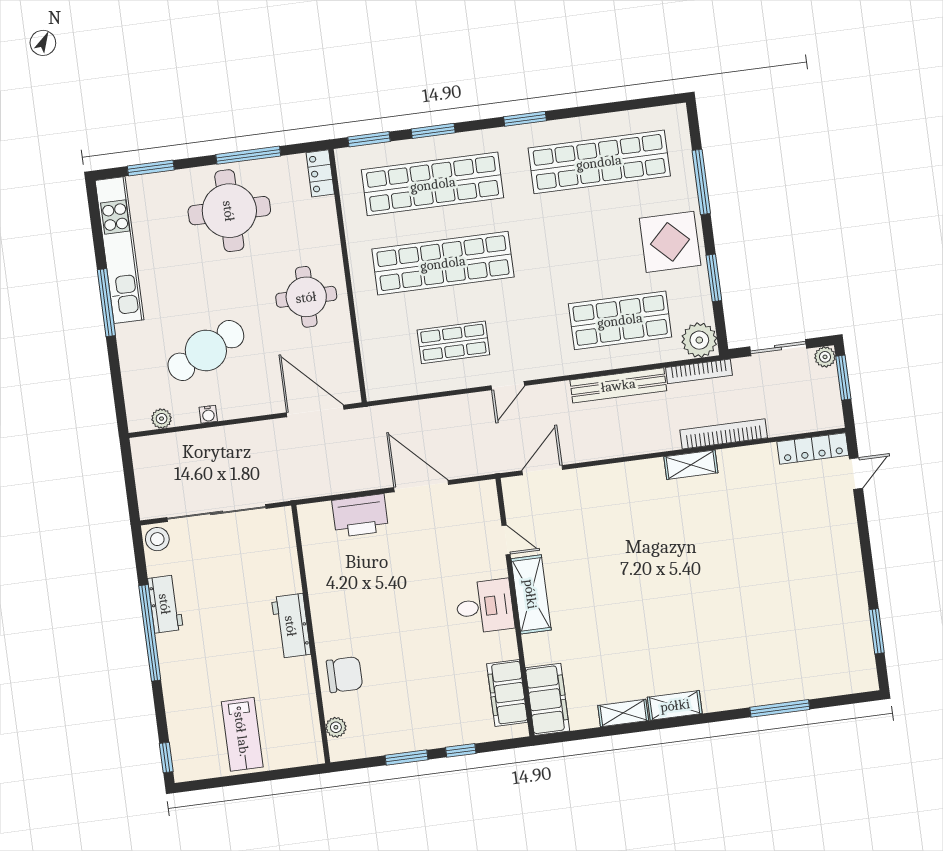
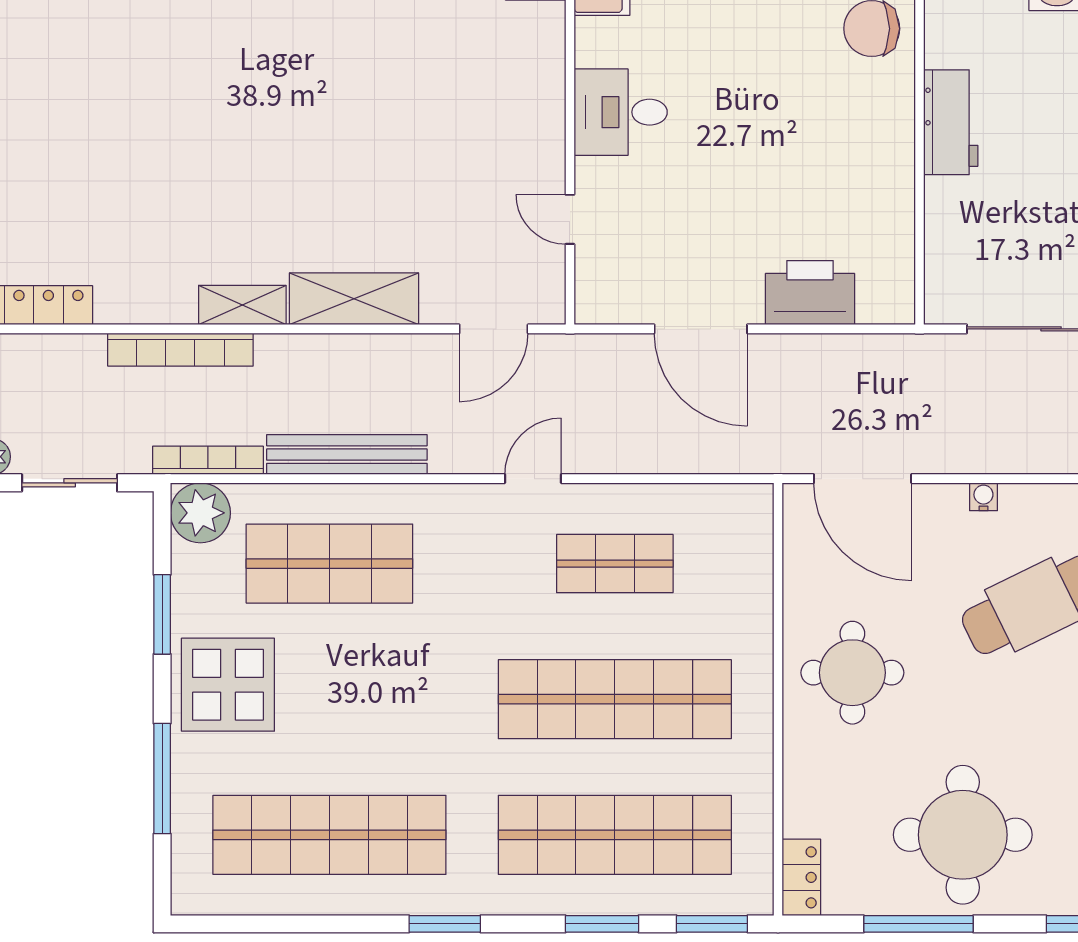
water cooler: (208, 414) -> (983, 497), moved
shelving: (531, 594) -> (354, 299), moved, turned 90

